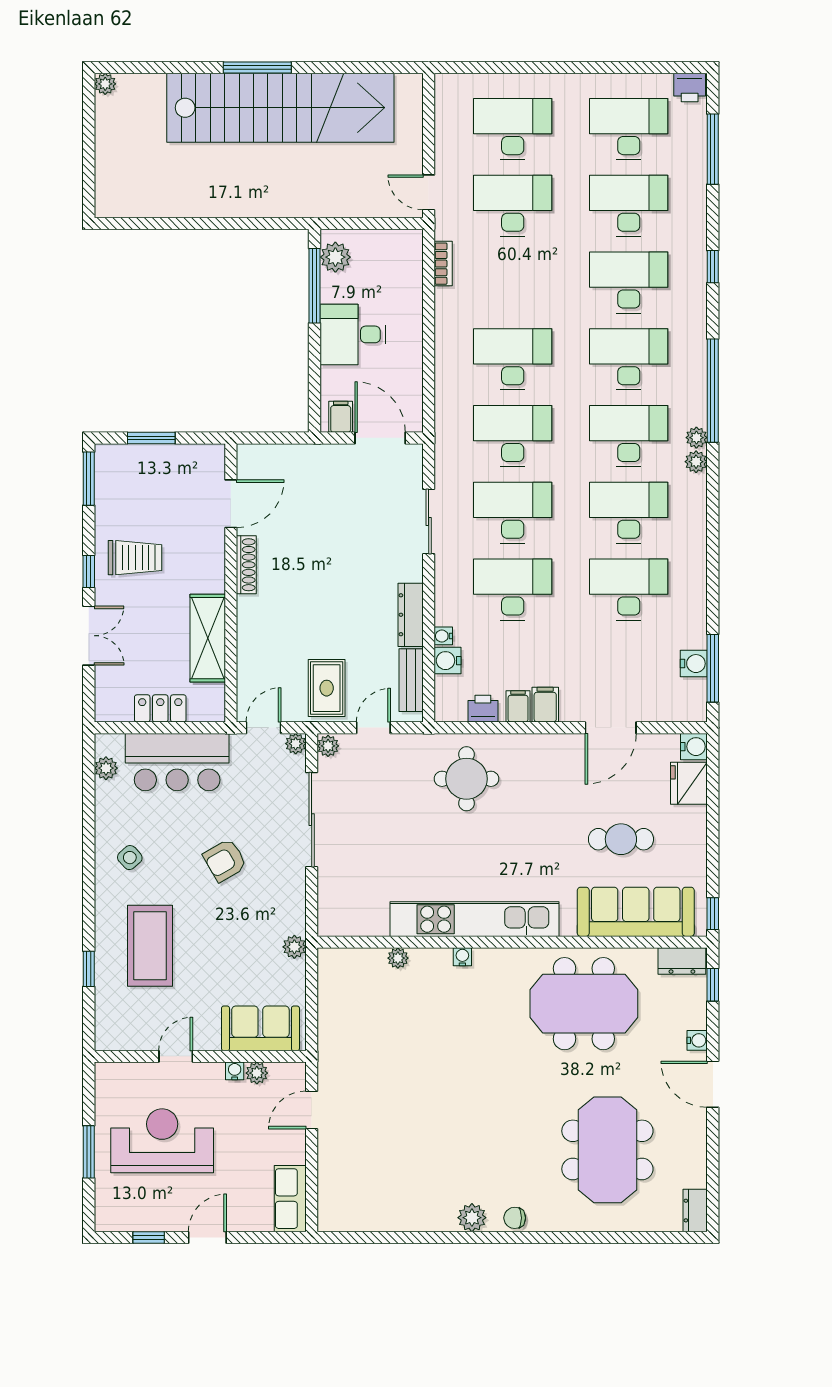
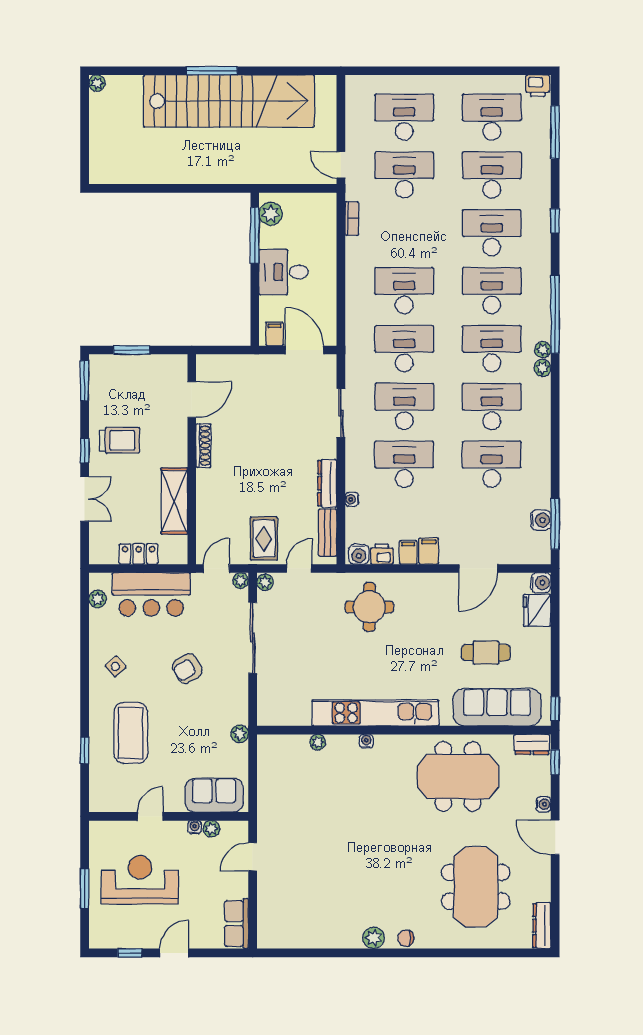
water cooler: (448, 661) -> (359, 554), moved, turned -90
dresser: (695, 1211) -> (542, 926), width x1.44

